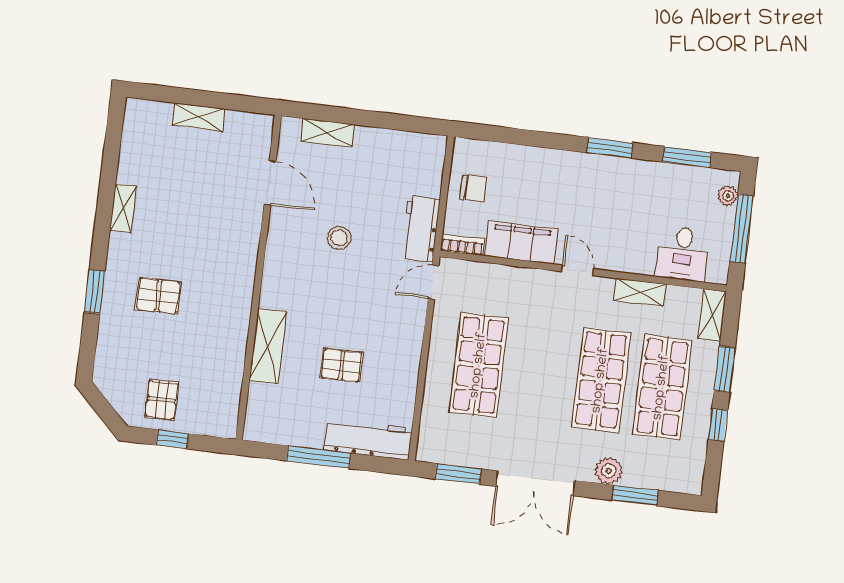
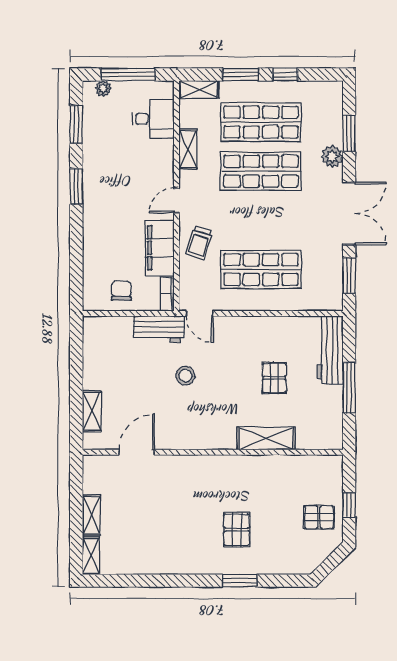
shelving: (123, 208) -> (91, 556), moved, turned 90
stool: (339, 238) -> (185, 376), moved
trolley: (521, 292) -> (199, 243), added

